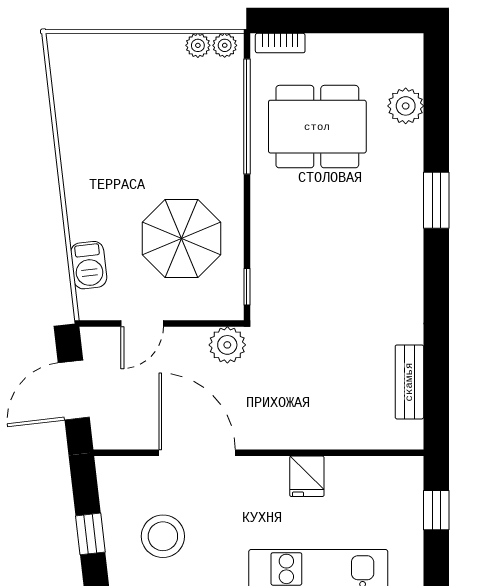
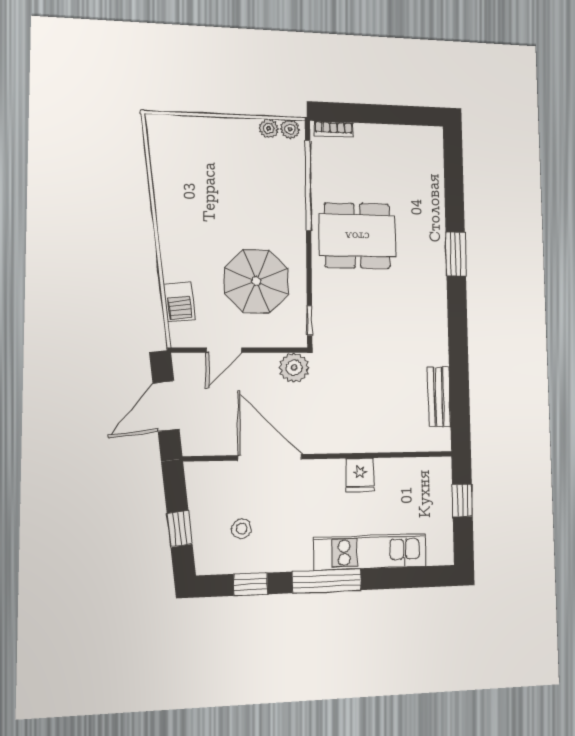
plant: (406, 106) -> (431, 181), removed
dining table: (317, 127) -> (357, 236), moved
stool: (163, 536) -> (242, 529), width x0.53, depth x0.53

